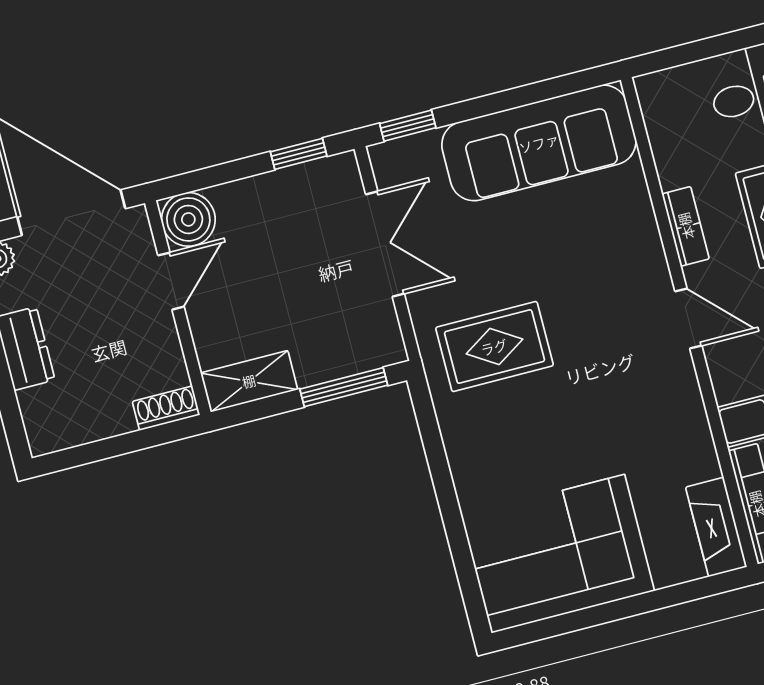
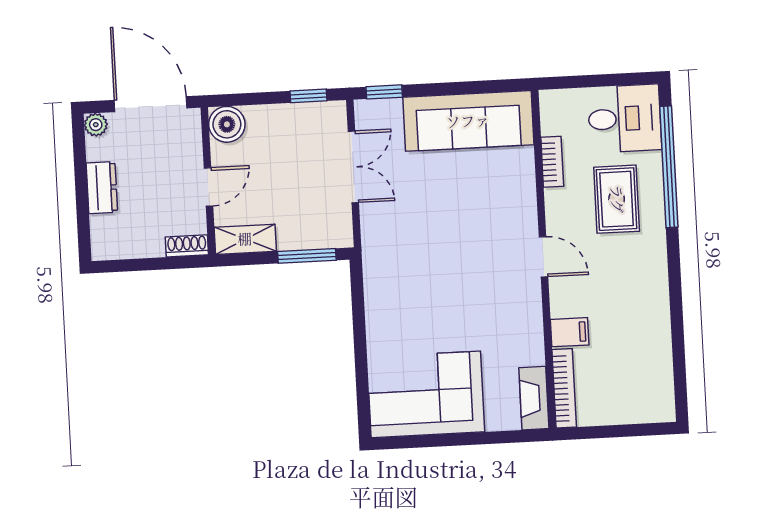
bookcase: (686, 226) -> (552, 162), moved
door: (171, 281) -> (208, 187), moved
rug: (494, 347) -> (412, 249), removed

